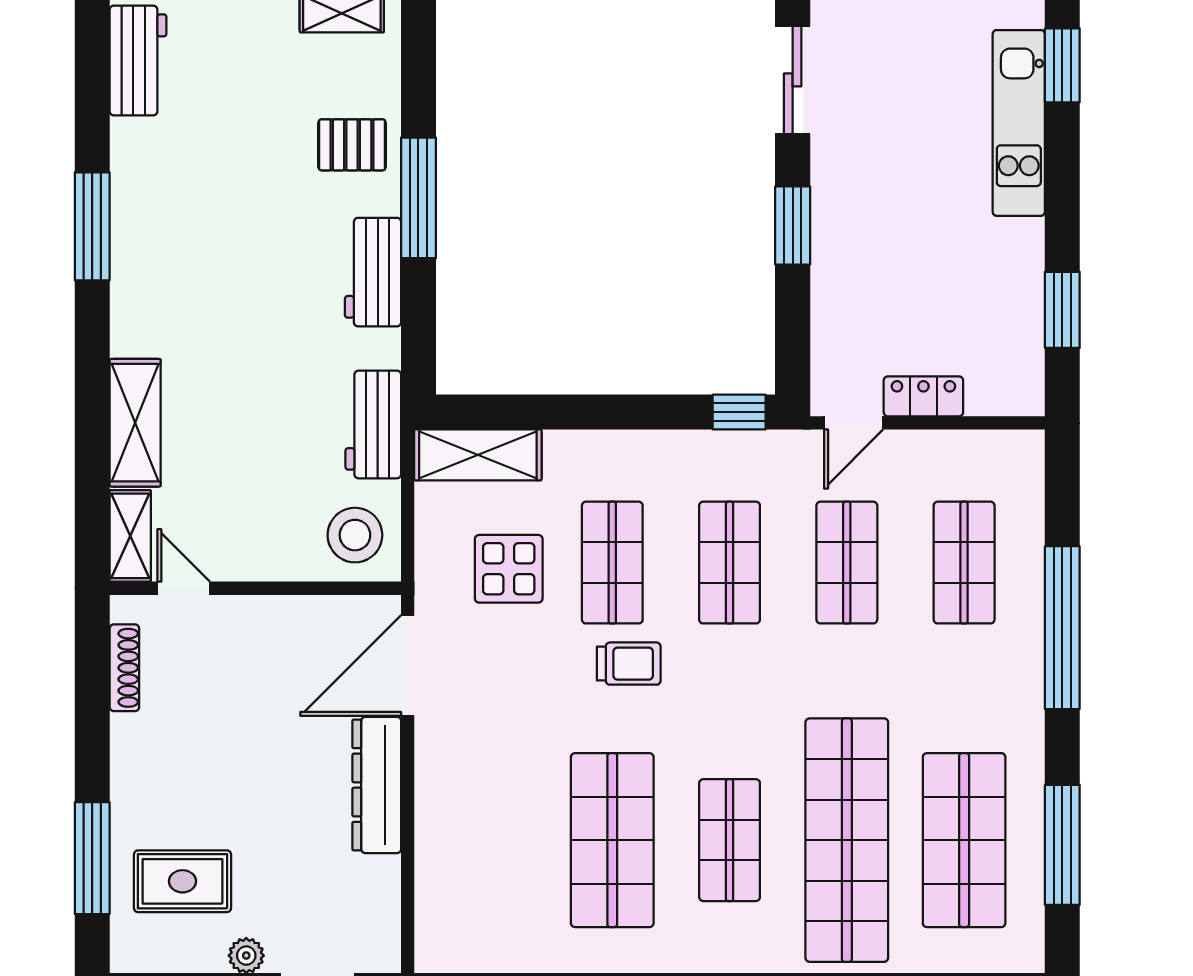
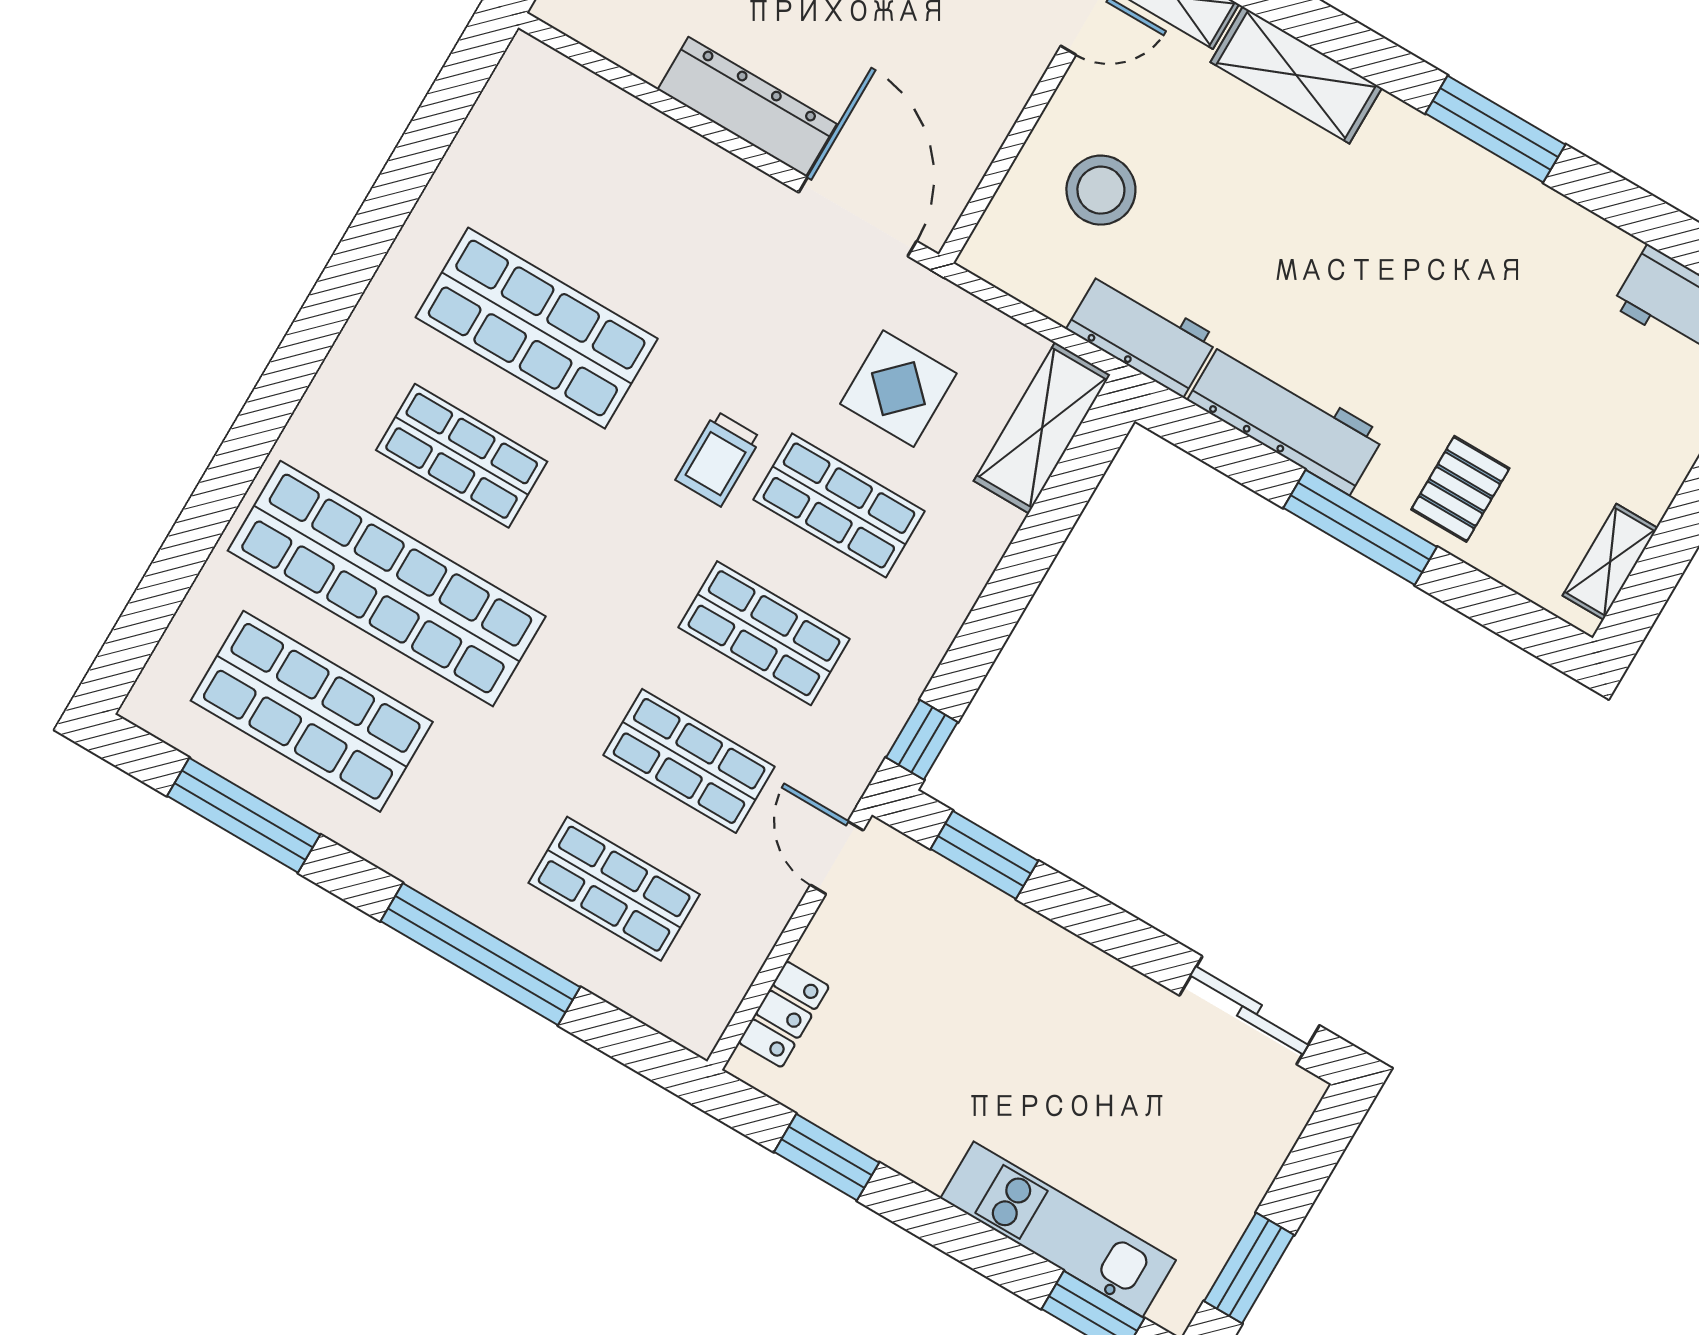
window: (793, 225) -> (984, 855), moved
window: (92, 226) -> (1495, 129), moved
workbench: (373, 272) -> (1286, 417), width x1.37
locker: (923, 396) -> (784, 1014), moved
stool: (355, 535) -> (1101, 190), moved

